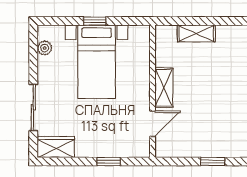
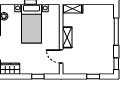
shelving: (196, 33) -> (72, 9), moved
door: (153, 124) -> (61, 56), swing flipped

